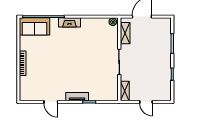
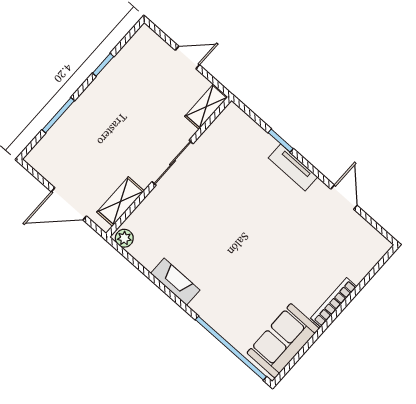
fireplace: (70, 22) -> (175, 282), moved
sofa: (35, 26) -> (283, 341), moved, turned -90
door: (146, 102) -> (187, 58), hinge flipped

